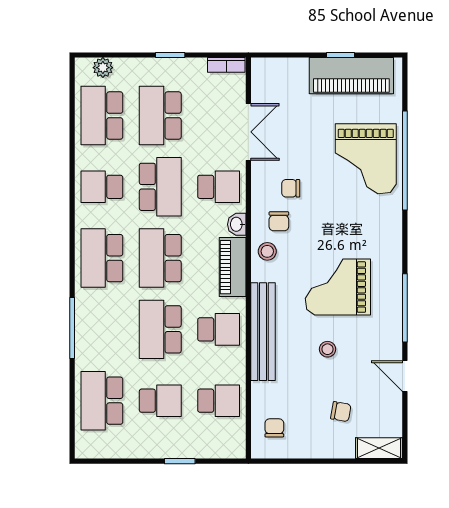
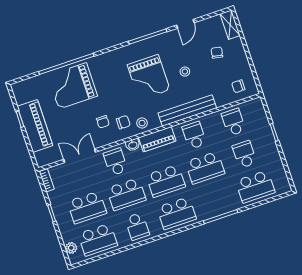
piano: (351, 76) -> (35, 126), moved
grand piano: (366, 159) -> (73, 86), turned 180
school desk: (160, 187) -> (126, 194), turned 180

